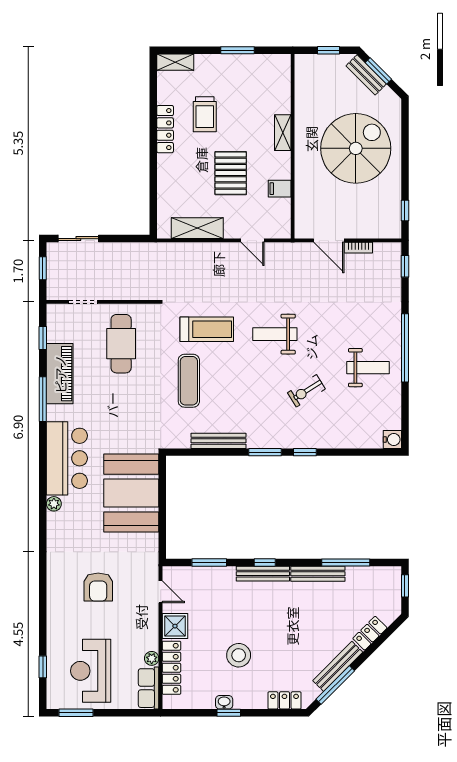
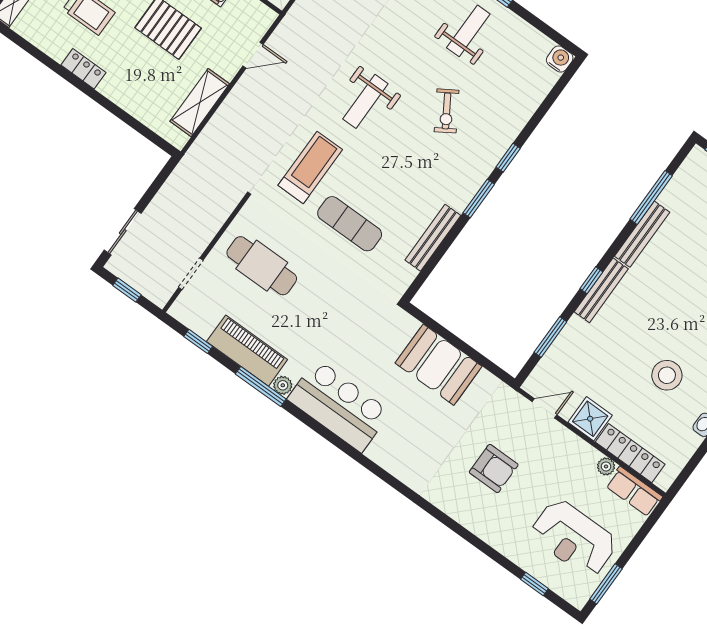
locker: (165, 129) -> (83, 69), width x0.66
booth: (131, 493) -> (439, 365), width x0.73, depth x0.70
plant: (54, 504) -> (283, 385), moved

